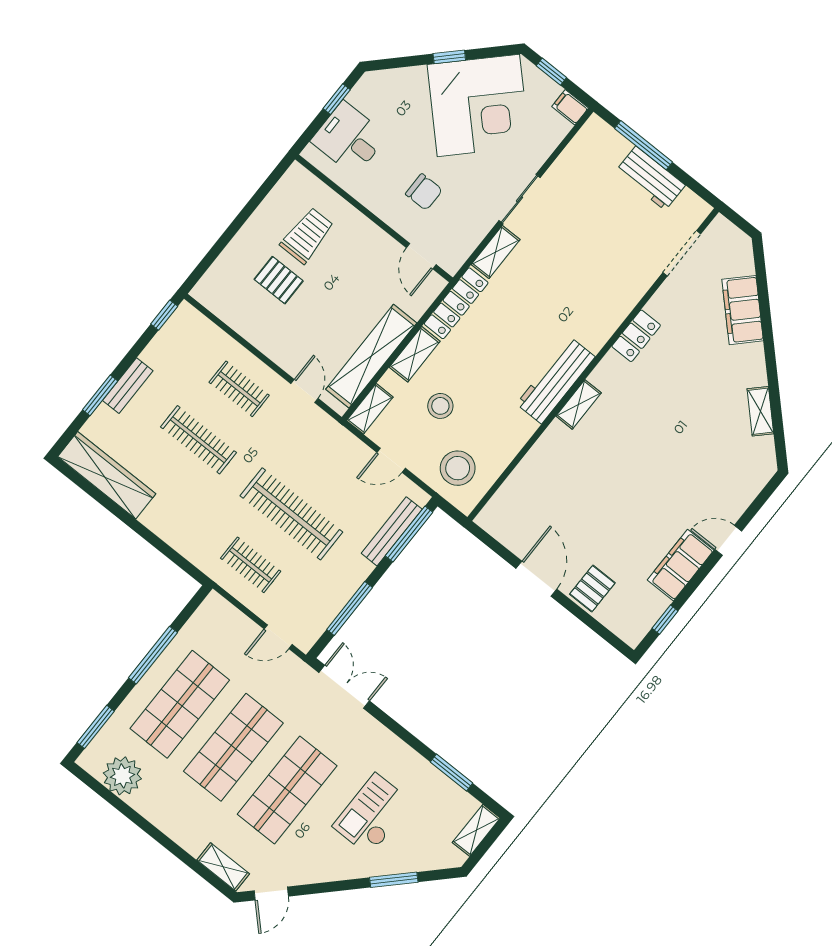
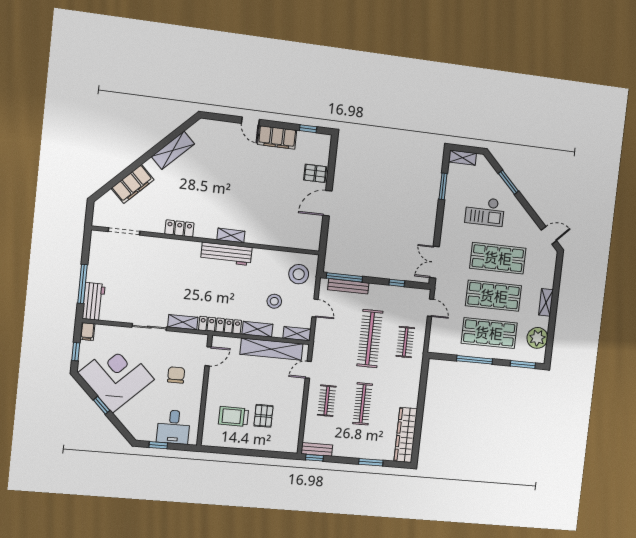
workbench: (650, 178) -> (94, 301), moved
bench: (128, 386) -> (317, 449), moved
shelving: (760, 411) -> (173, 150), width x1.50, depth x1.33
window: (350, 609) -> (397, 283), width x0.46
shelving: (223, 867) -> (546, 302), moved

